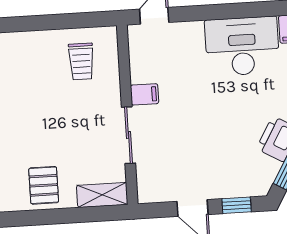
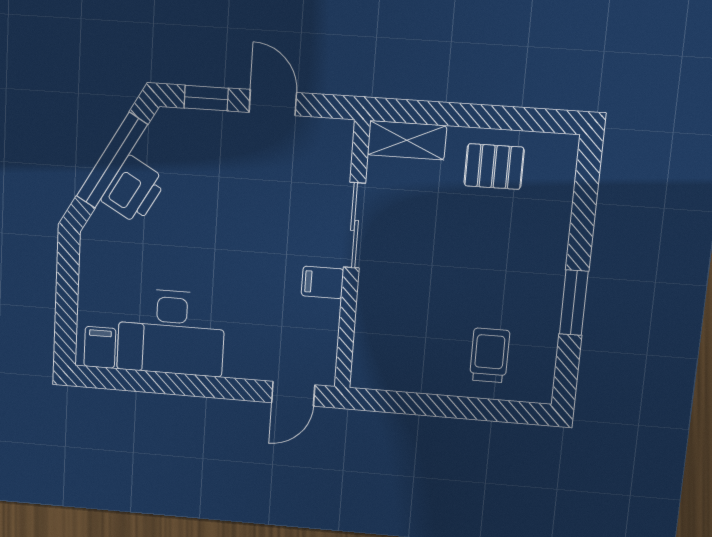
trolley: (81, 61) -> (490, 355), moved
pallet: (44, 185) -> (494, 167), turned 90

